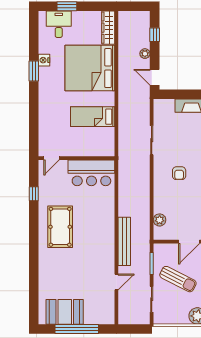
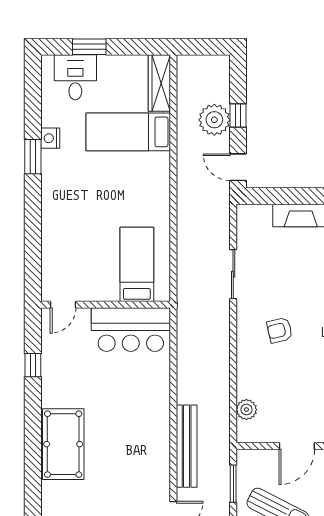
window: (155, 35) -> (238, 116), moved
plant: (145, 54) -> (214, 120), width x1.88, depth x1.88
bed: (90, 68) -> (128, 132), width x0.49
bed: (93, 117) -> (137, 264), moved, turned 90
armchair: (179, 173) -> (280, 330), turned 77
pool table: (60, 227) -> (63, 444), moved

